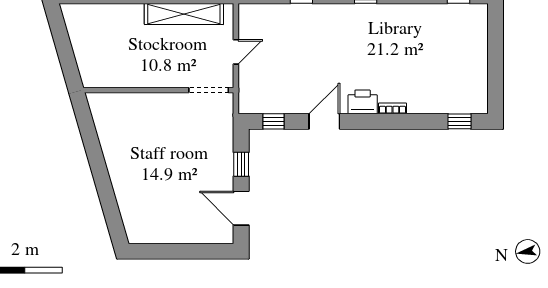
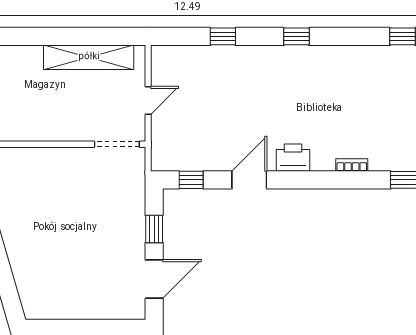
bookcase: (392, 108) -> (352, 165), moved
door: (241, 208) -> (154, 279), swing flipped

